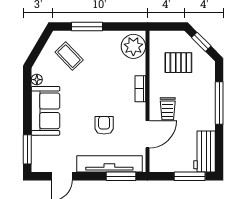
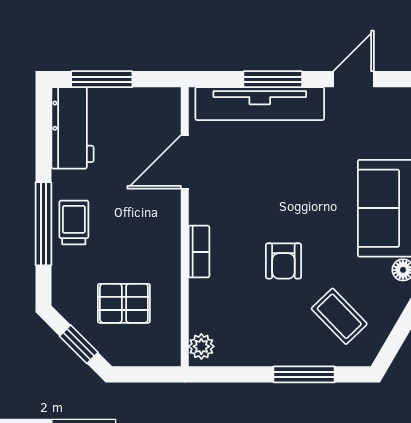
plant: (133, 46) -> (201, 346), width x0.53, depth x0.53
trolley: (168, 109) -> (74, 222), moved
armchair: (104, 125) -> (283, 261), moved
window: (121, 176) -> (273, 79), moved

